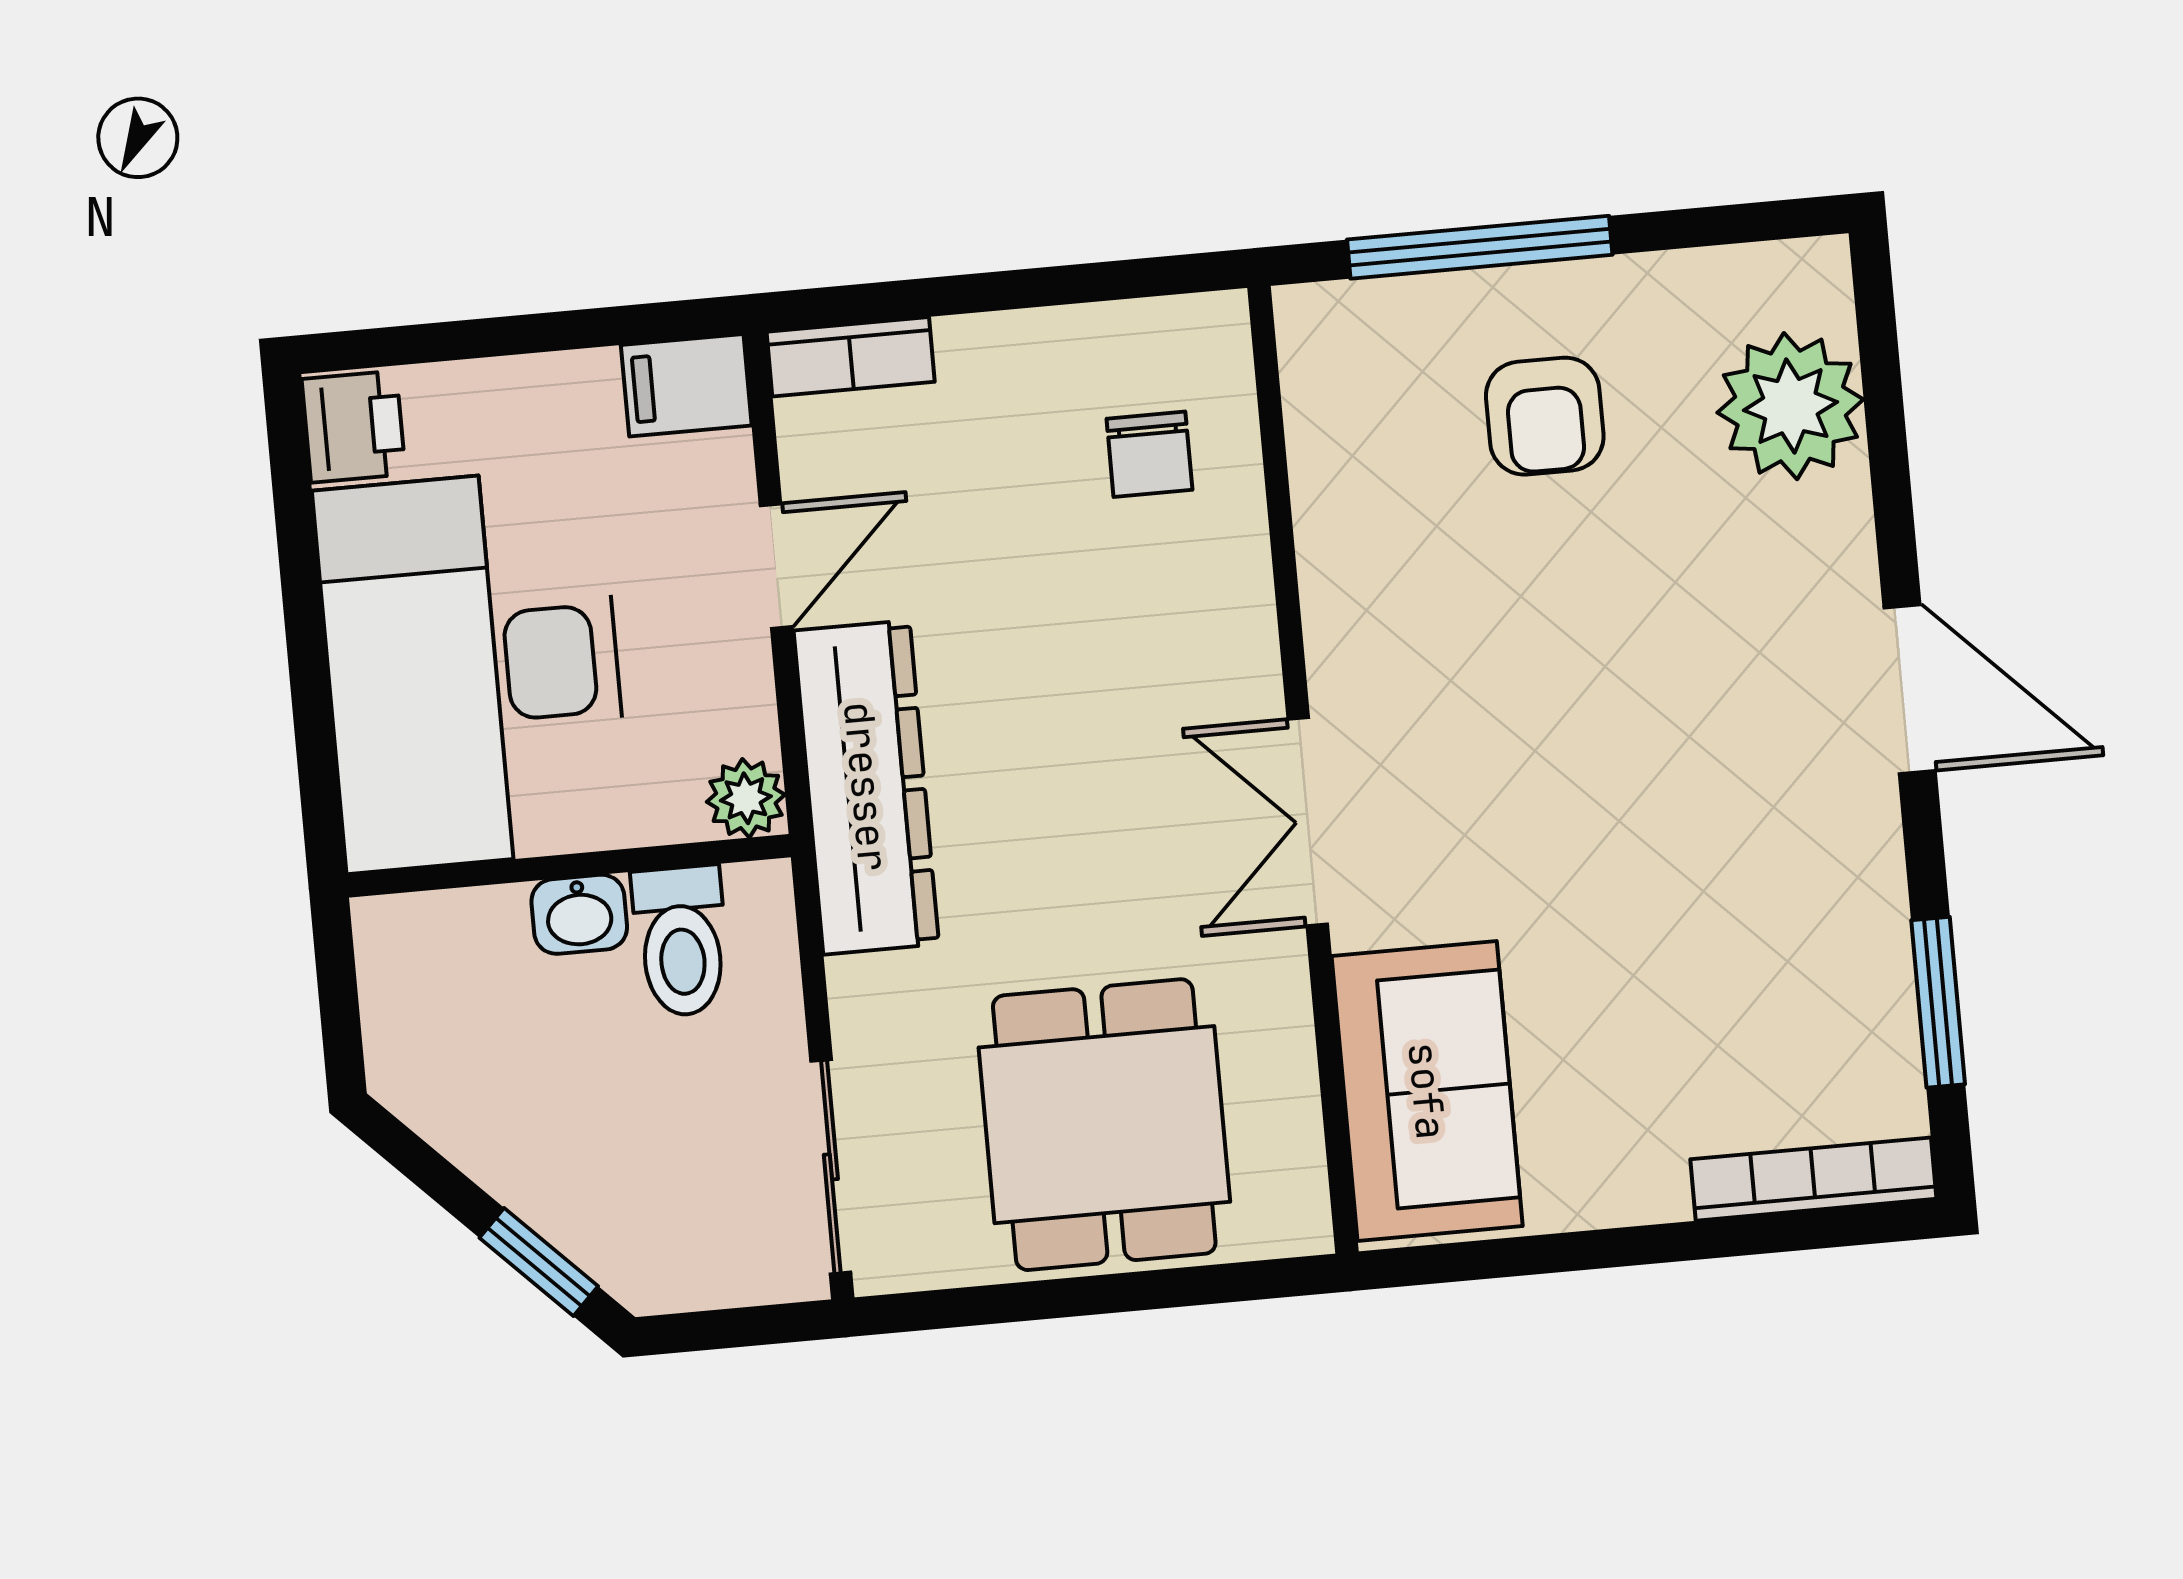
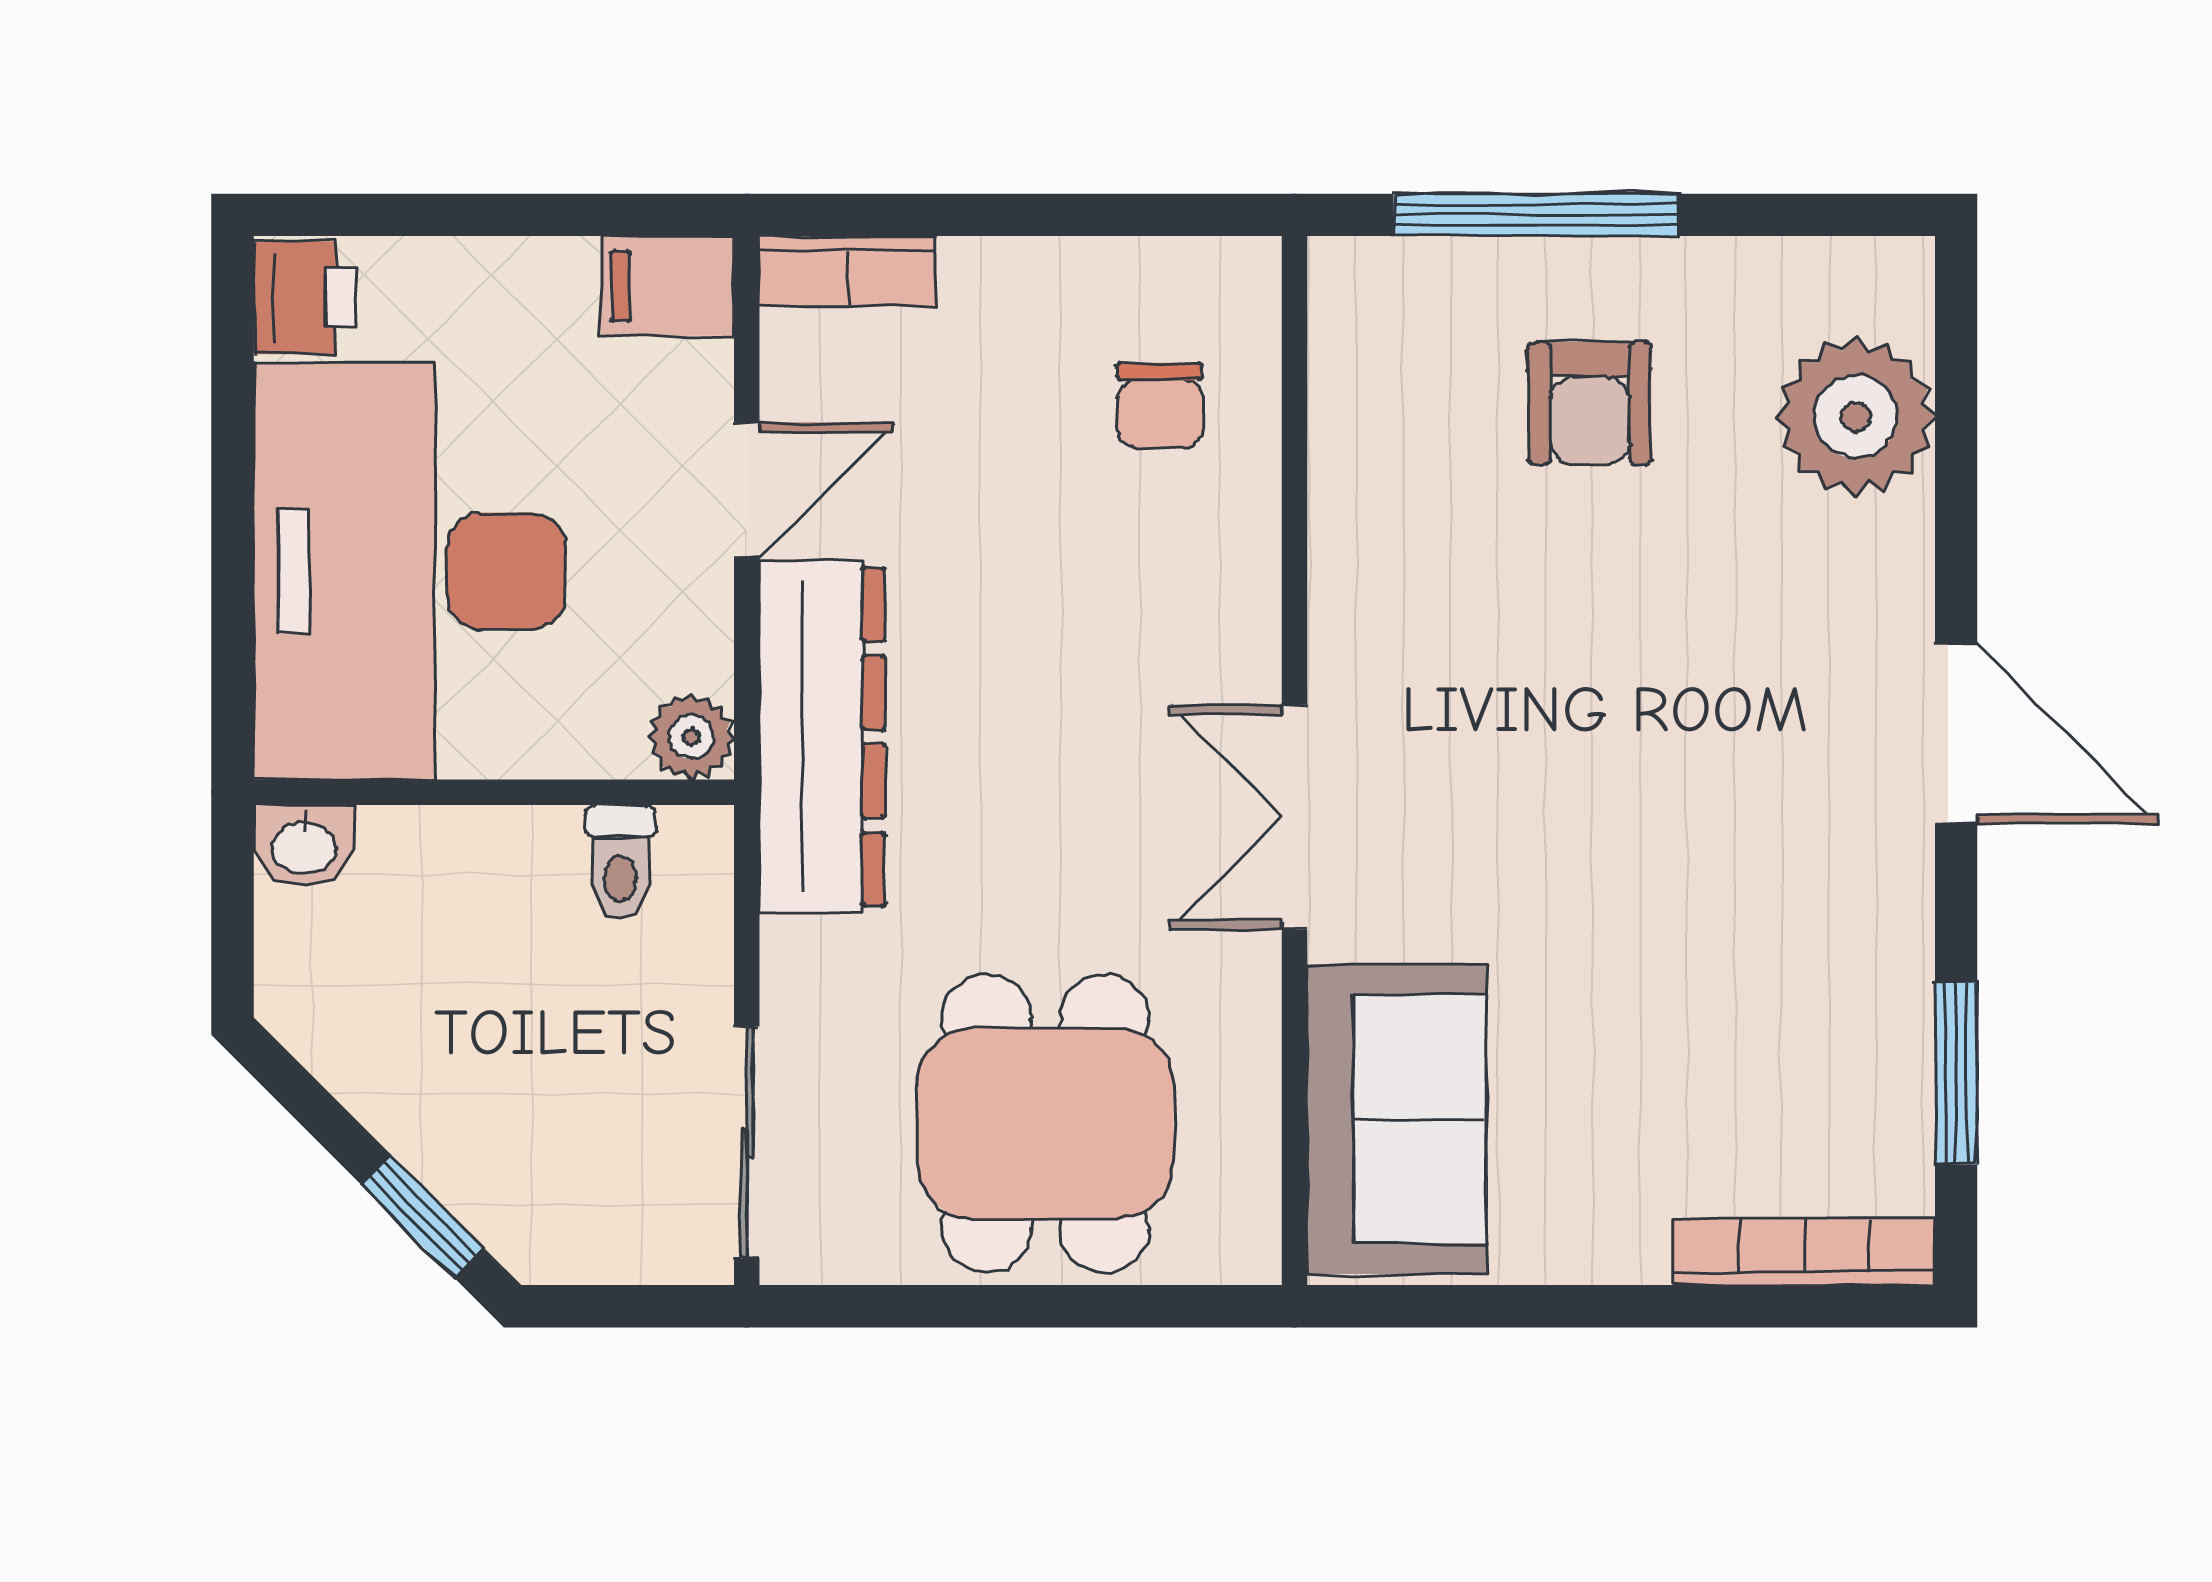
washbasin: (579, 914) -> (304, 846), moved
toilet: (681, 941) -> (620, 862), width x0.73, depth x0.72

